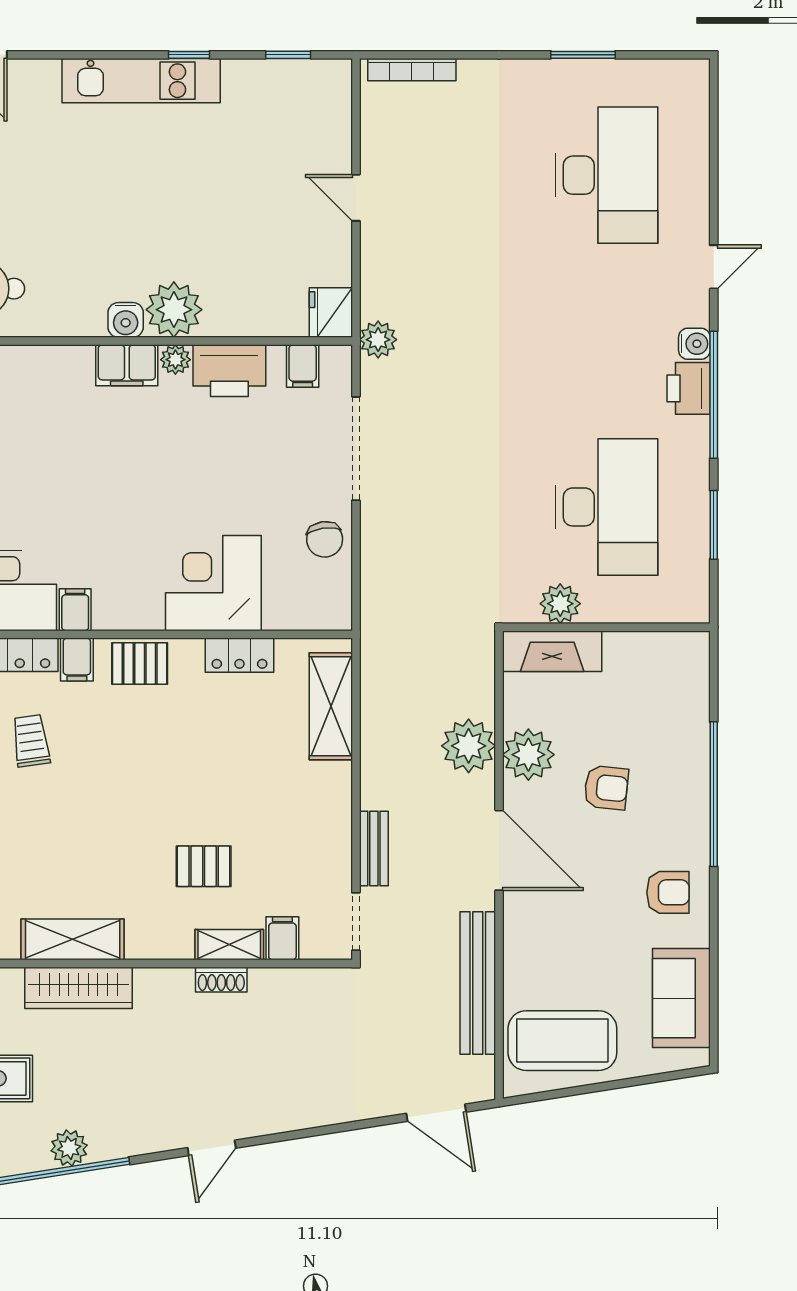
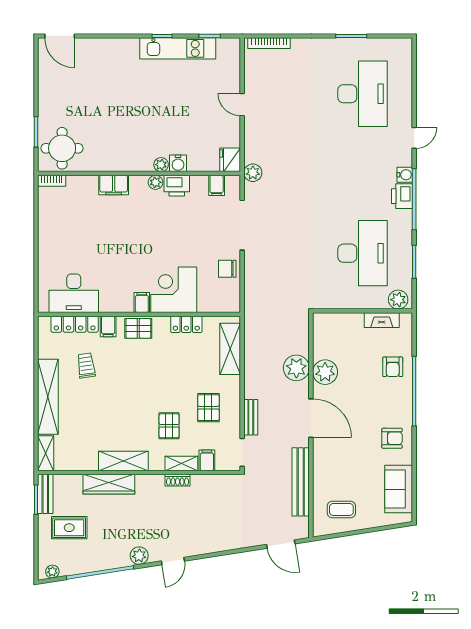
kitchen unit: (141, 81) -> (178, 48), moved
plant: (174, 310) -> (161, 165), width x0.53, depth x0.53
water cooler: (126, 320) -> (178, 163), moved
filing cabinet: (127, 365) -> (114, 185), moved
printer: (229, 371) -> (177, 186), width x0.73, depth x0.84
chair: (325, 539) -> (227, 269), turned 98
plant: (560, 604) -> (398, 300), moved
filing cabinet: (75, 610) -> (142, 303), moved
fireplace: (552, 651) -> (382, 320), moved, width x0.73, depth x0.76
armchair: (606, 788) -> (393, 367), moved, turned 84
pallet: (286, 829) -> (208, 408), added
pallet: (204, 866) -> (169, 426), turned 90
shelving: (73, 939) -> (123, 461), moved
coffee table: (562, 1041) -> (341, 509), width x0.54, depth x0.58
plant: (69, 1148) -> (139, 556), moved

